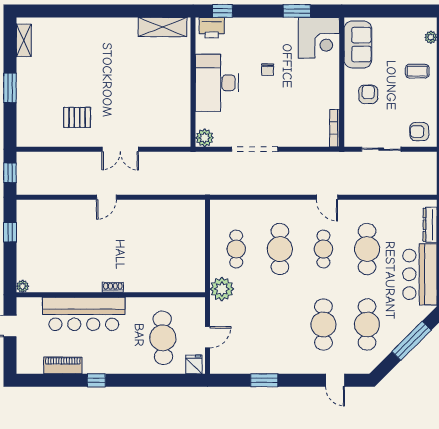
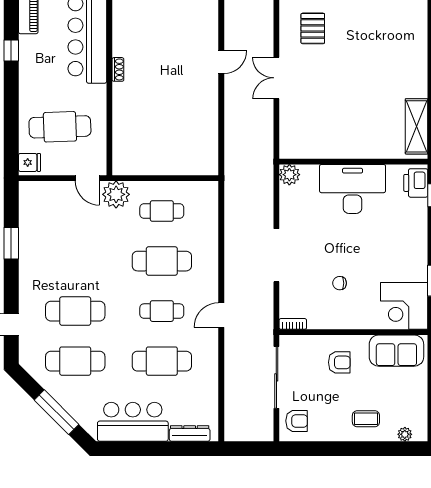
chair: (268, 70) -> (340, 283), moved
coffee table: (417, 71) -> (366, 419), turned 90
bookcase: (335, 128) -> (293, 324), width x0.64
armchair: (419, 132) -> (297, 421), turned 90
doorway: (255, 149) -> (276, 255), moved
sliding door: (381, 149) -> (276, 377), width x1.37
door: (106, 197) -> (221, 62), swing flipped
door: (207, 337) -> (87, 178), moved

